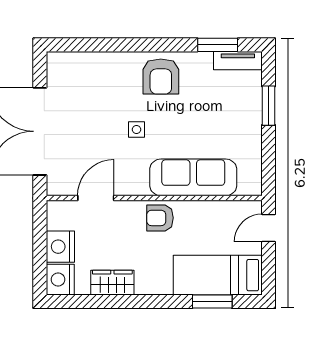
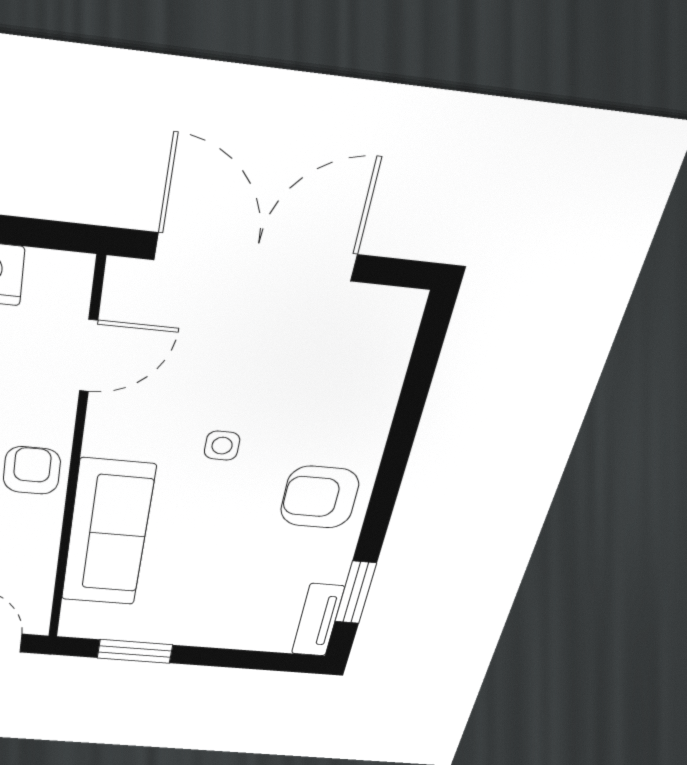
window: (268, 106) -> (135, 651), moved
door: (96, 198) -> (89, 356), hinge flipped

